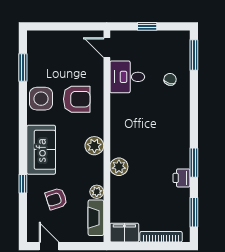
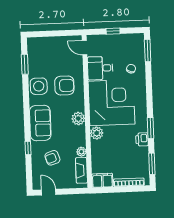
corner desk: (141, 125) -> (112, 103), added

